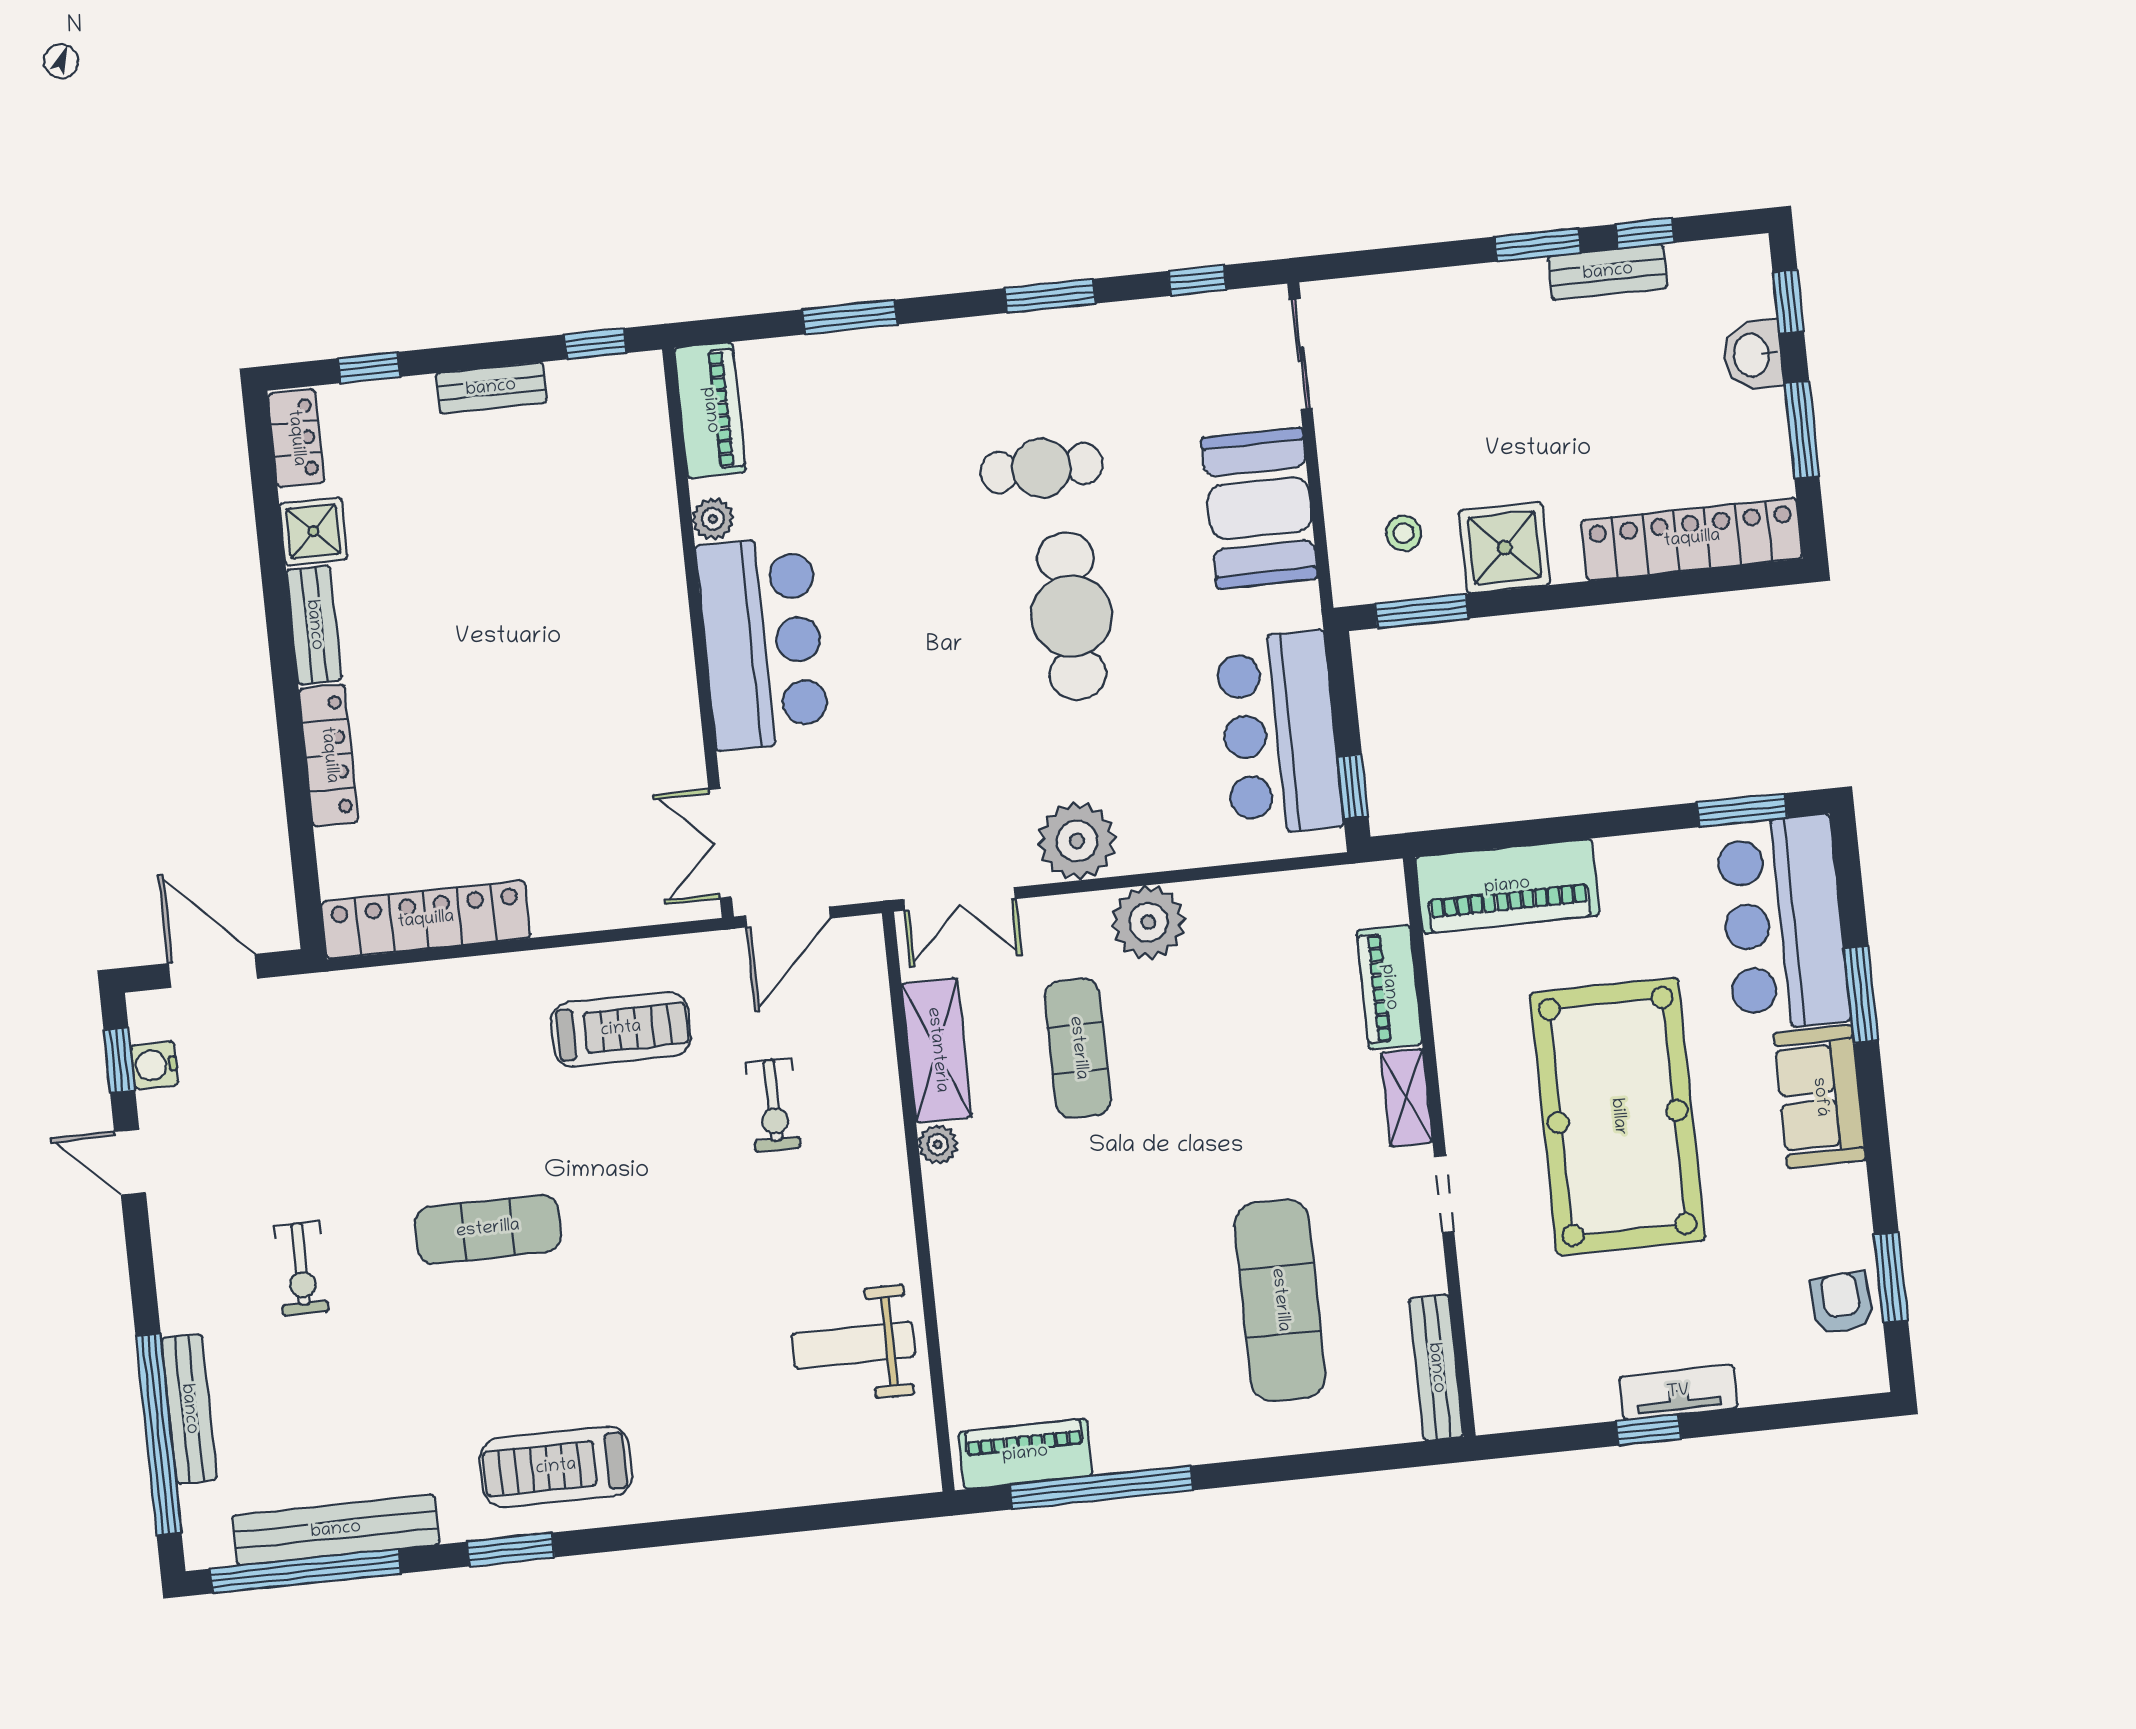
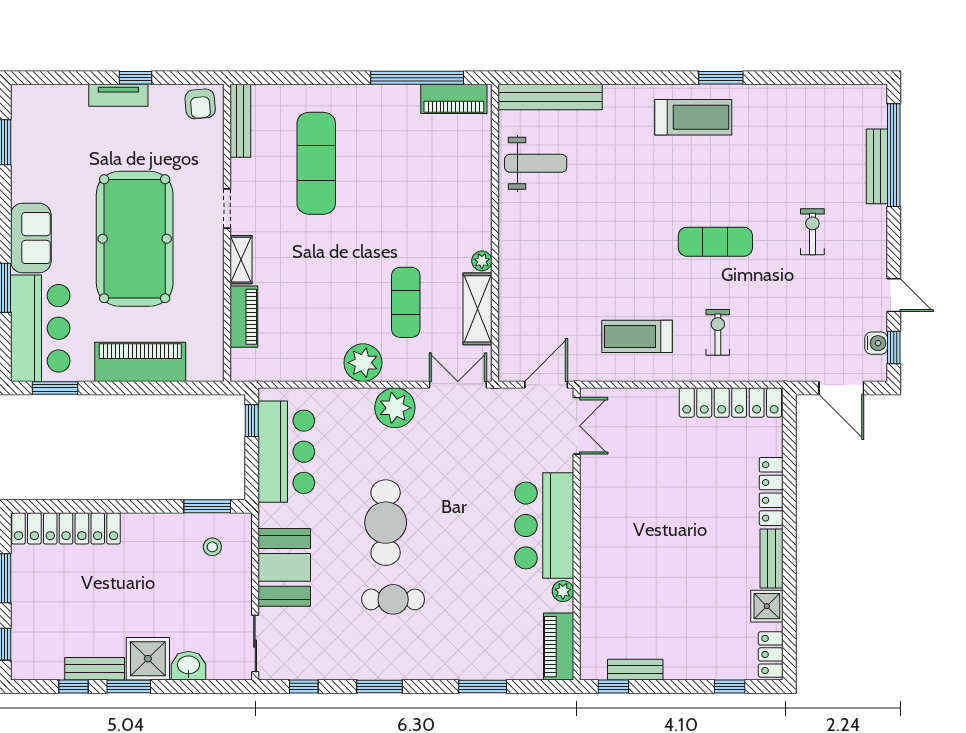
washbasin: (1753, 355) -> (188, 666), moved, turned -90
bench: (491, 388) -> (635, 670), moved
shower: (1505, 548) -> (148, 659), moved
piano: (1507, 886) -> (140, 362), moved
exercise bike: (773, 1105) -> (718, 332), moved
armchair: (1842, 1303) -> (200, 104), moved
bench: (336, 1530) -> (550, 97), moved
window: (306, 1571) -> (826, 78), removed

